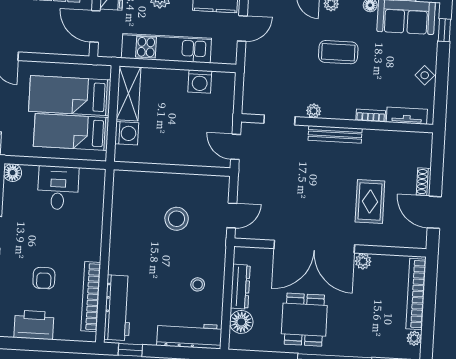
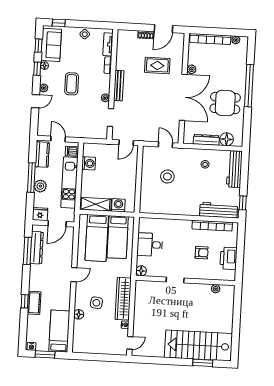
dishwasher: (221, 53) -> (72, 151), added

